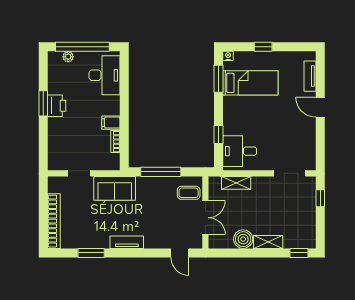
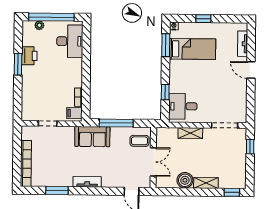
printer: (57, 106) -> (29, 56), moved
filing cabinet: (111, 123) -> (74, 113), moved
shelving: (236, 183) -> (190, 133), moved
sofa: (115, 188) -> (92, 137), moved

